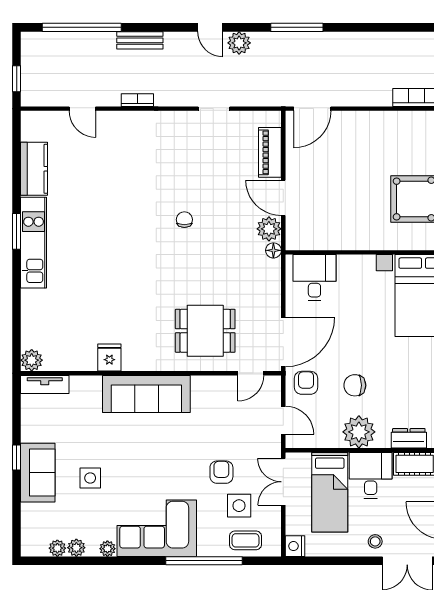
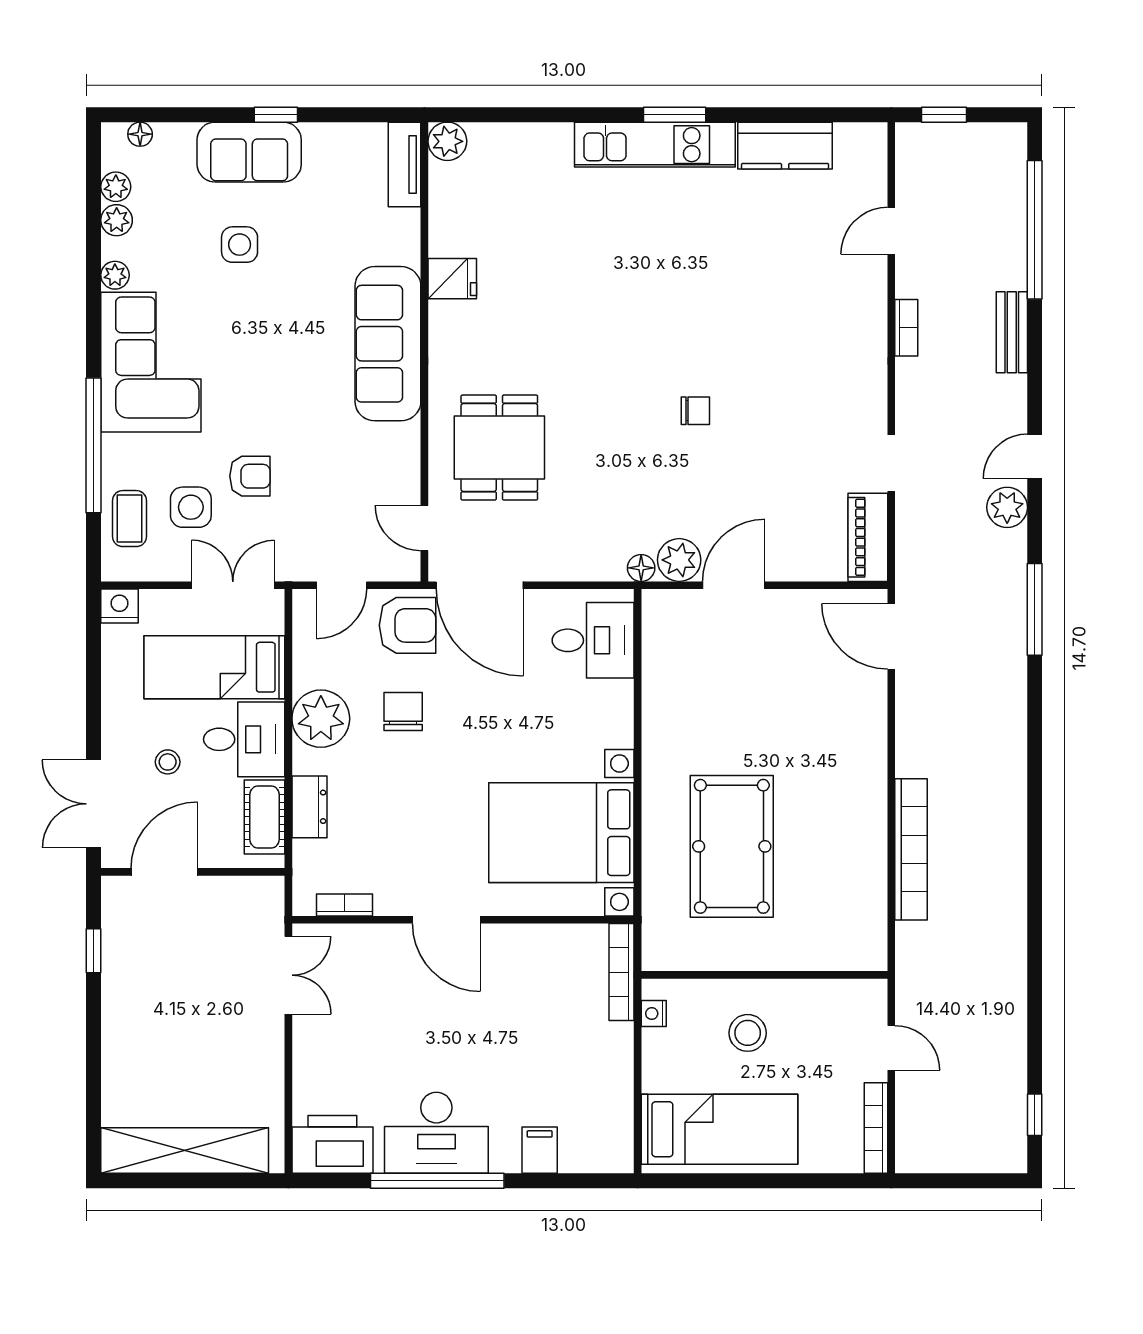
piano: (270, 152) -> (868, 537), moved, turned -90
armchair: (306, 383) -> (408, 625), width x1.38, depth x1.38
floor lamp: (28, 534) -> (140, 134), added
stool: (375, 541) -> (168, 762), moved

